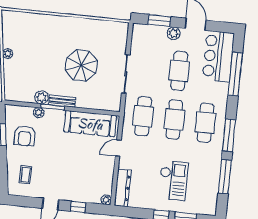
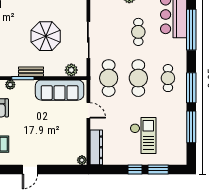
cafe table: (179, 71) -> (138, 32), width x0.73, depth x0.74
plant: (41, 97) -> (71, 70), moved
cafe table: (206, 123) -> (168, 78), width x0.73, depth x0.74
door: (118, 148) -> (88, 110), swing flipped
window: (78, 207) -> (56, 169), removed

